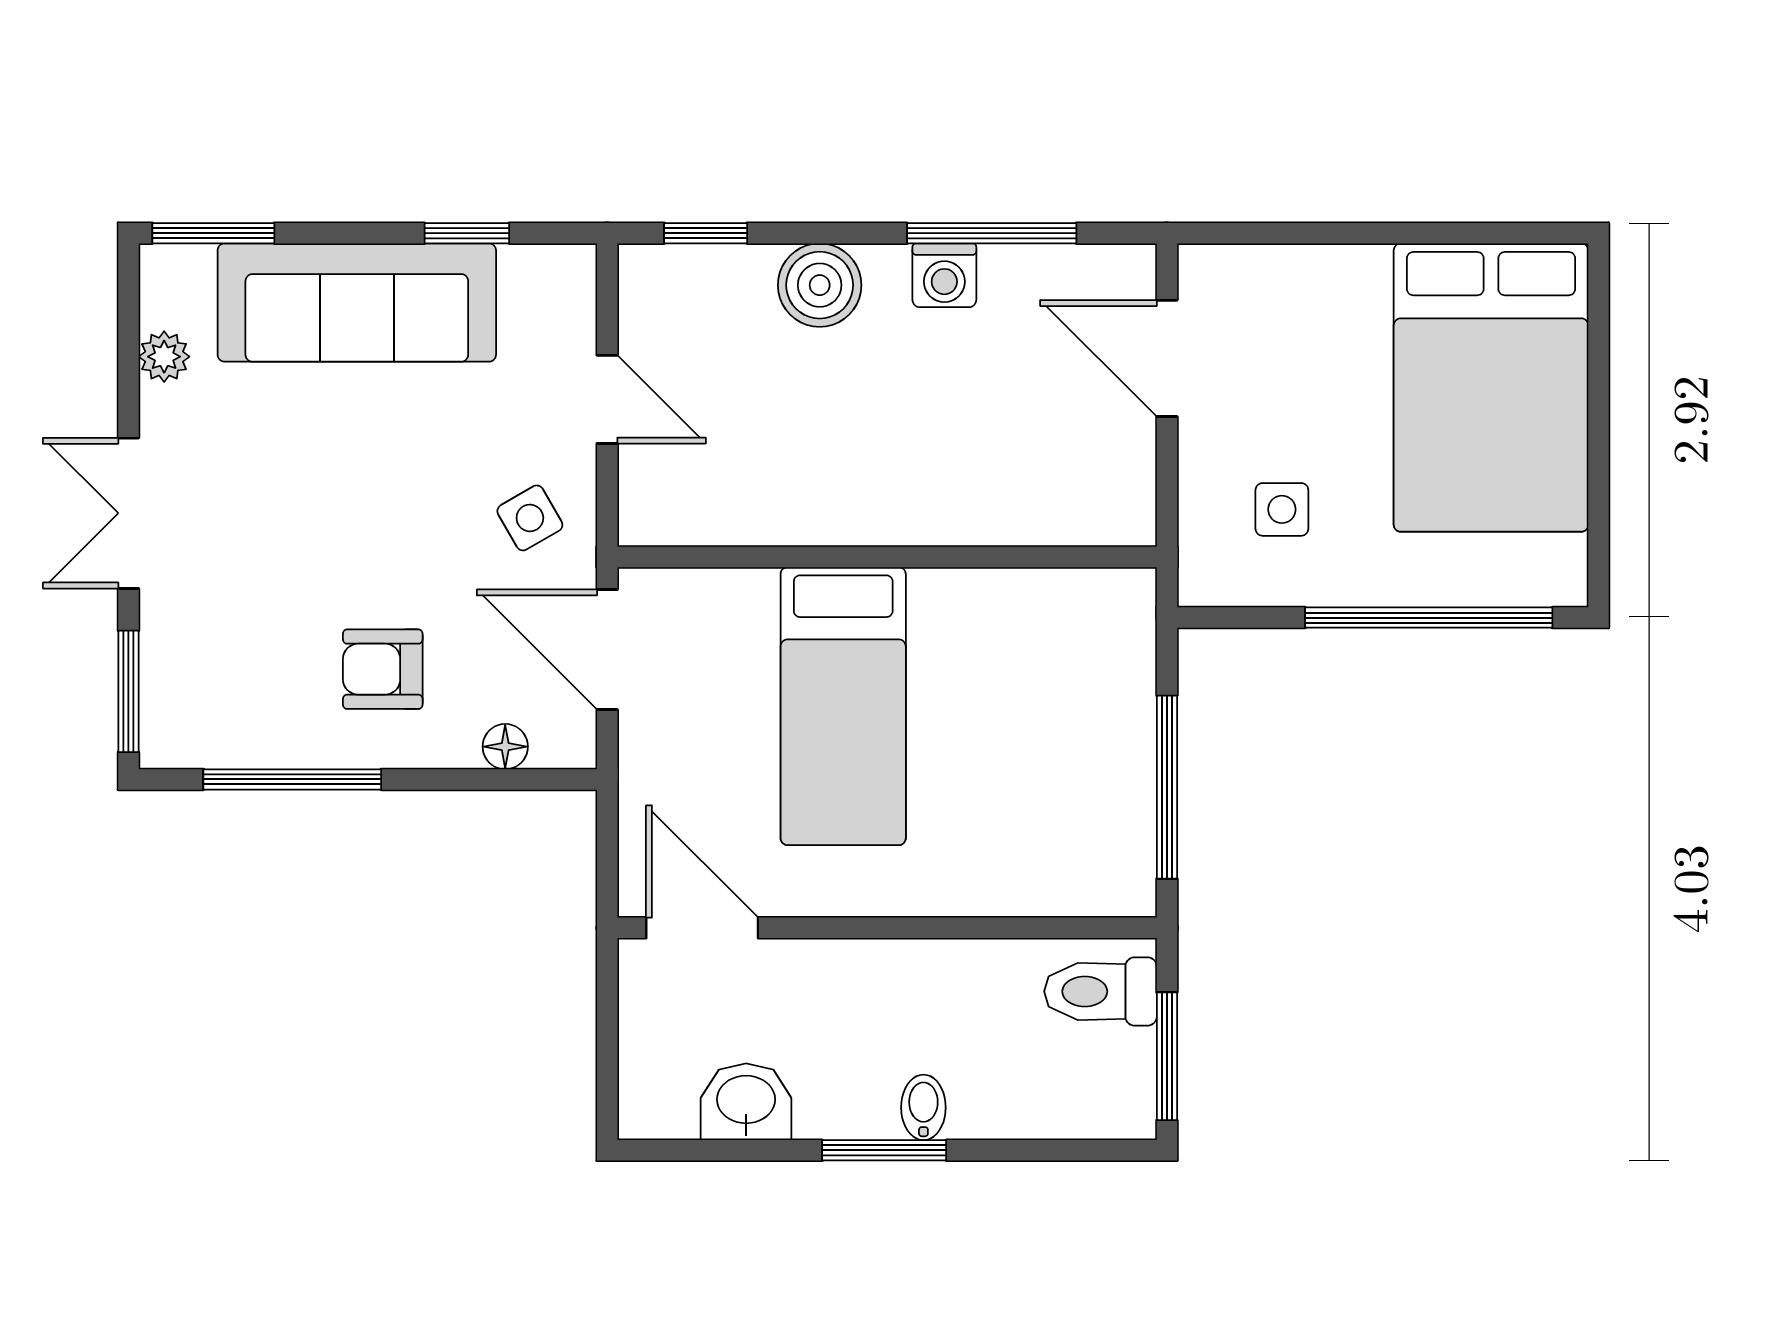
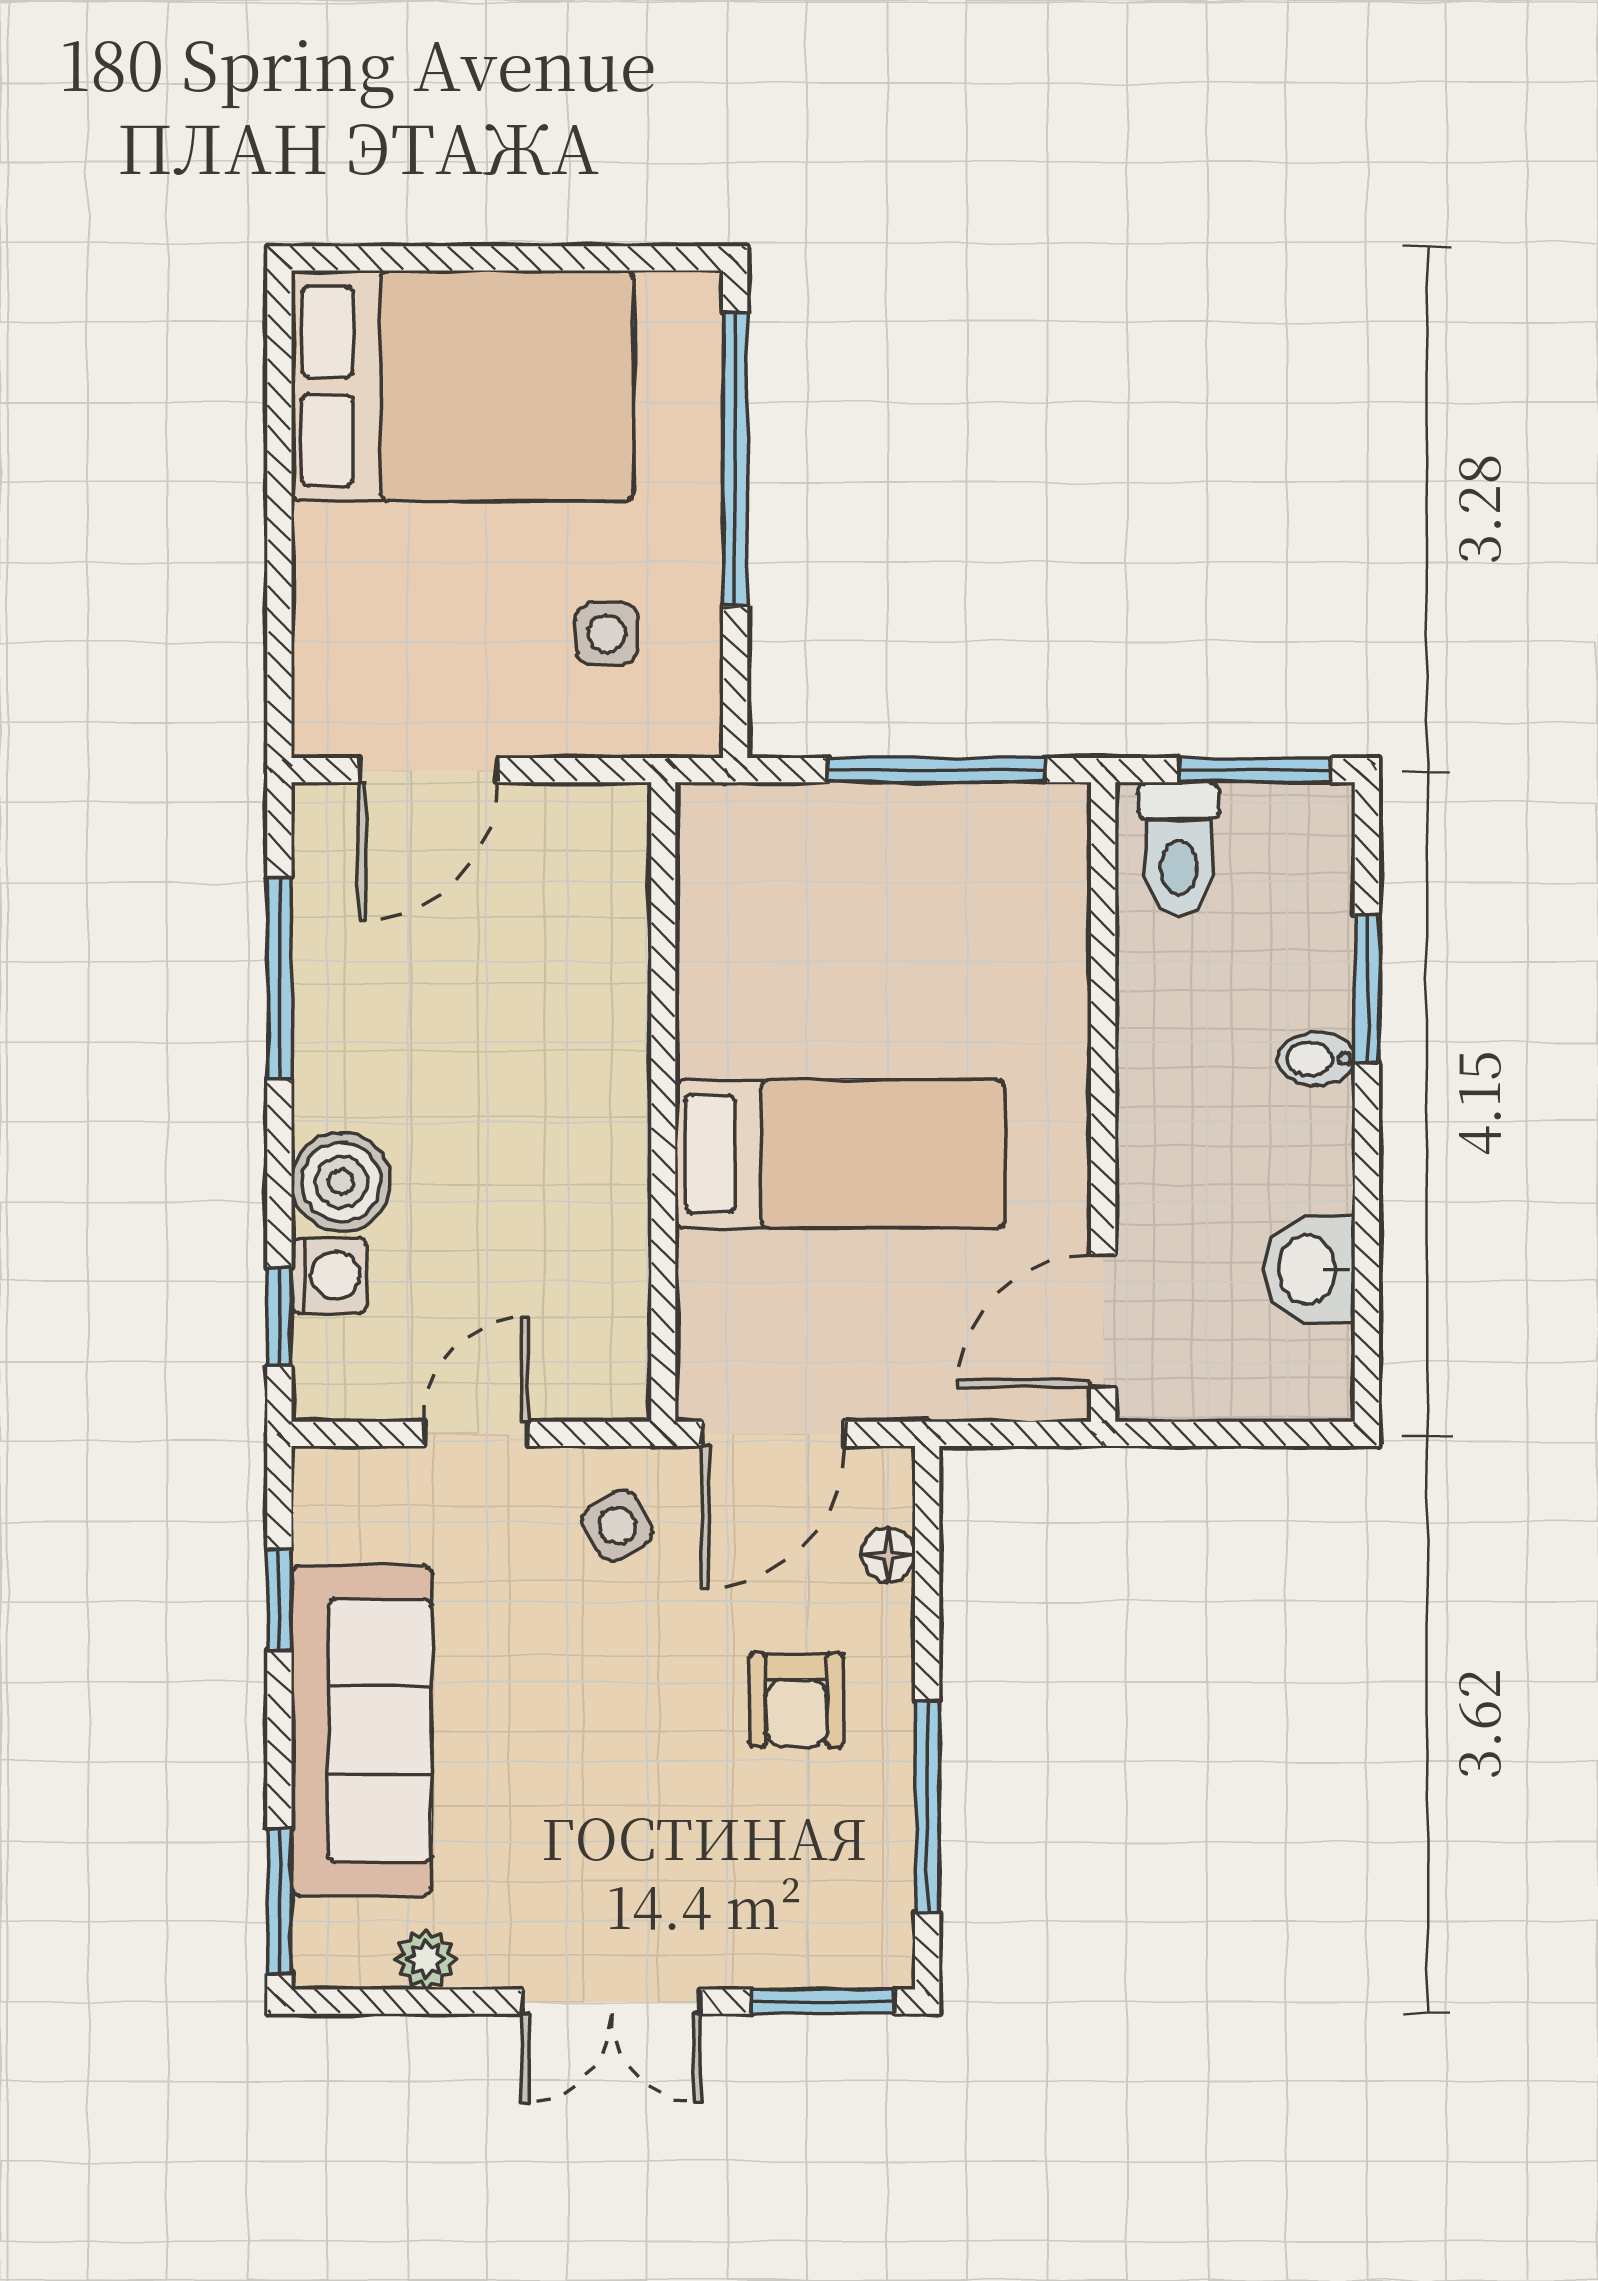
washing machine: (944, 275) -> (329, 1276), moved
window: (884, 1150) -> (1367, 989), moved

